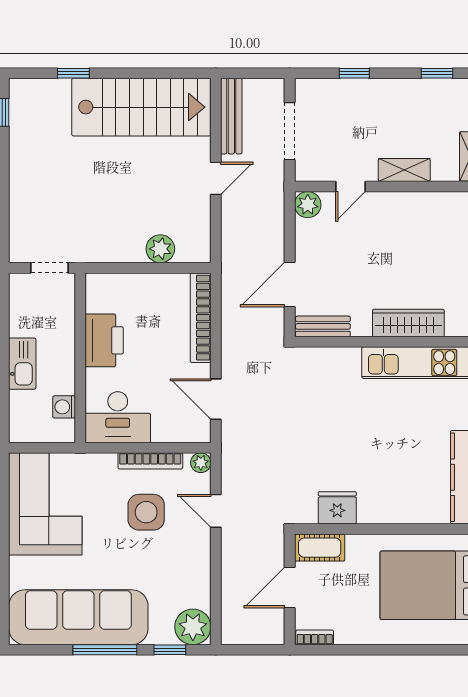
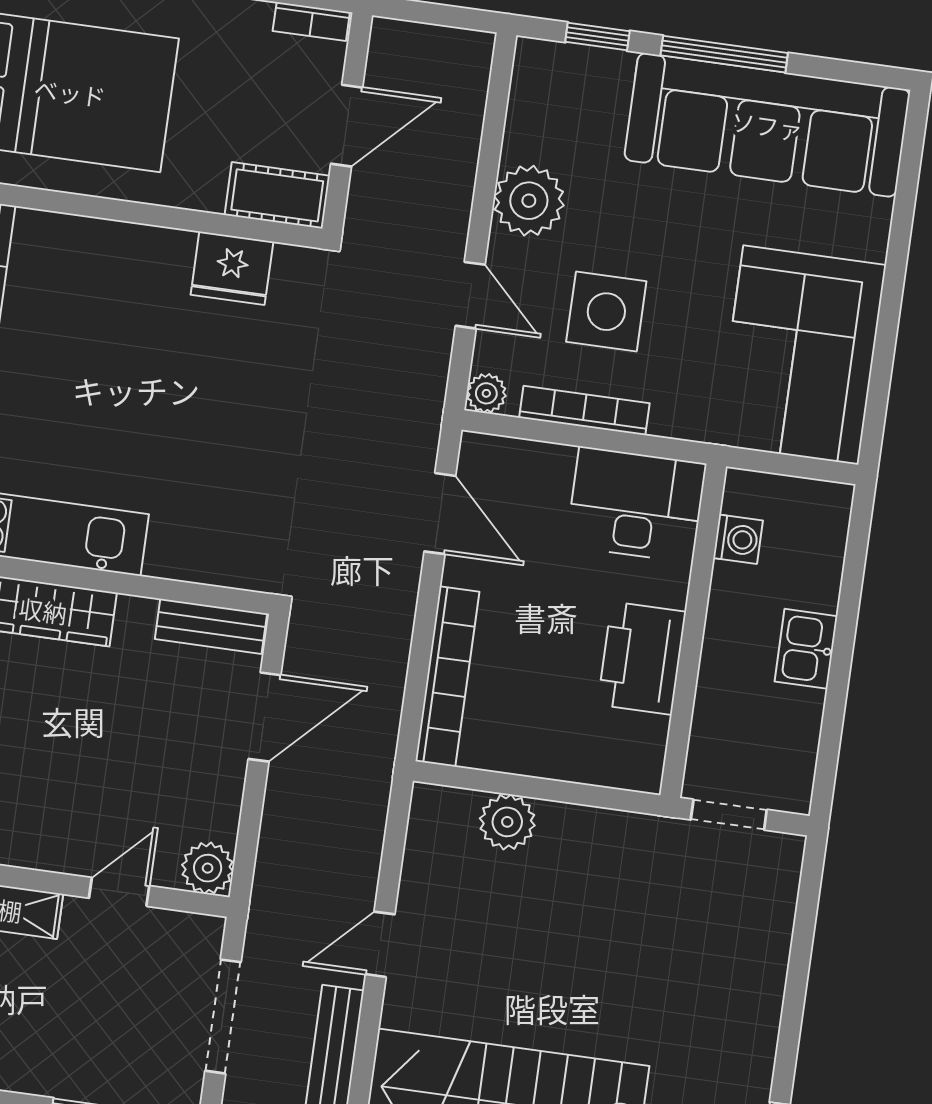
kitchen sink: (22, 364) -> (806, 649), width x0.73
plant: (193, 627) -> (529, 201), moved

